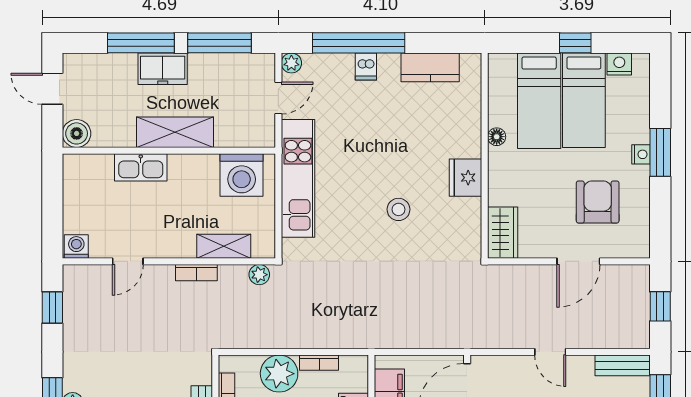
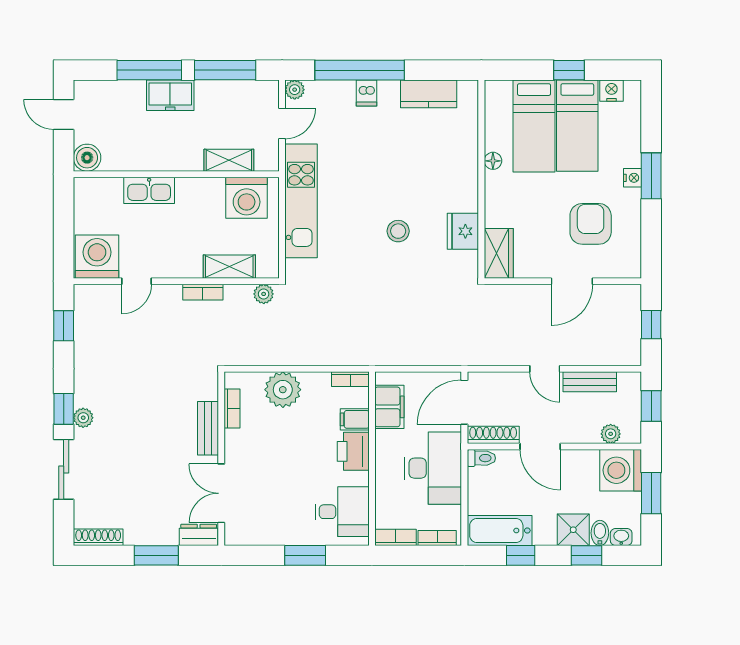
shelving: (175, 132) -> (229, 160), moved, width x0.67, depth x0.75
fridge: (466, 178) -> (463, 231), moved
washing machine: (76, 246) -> (97, 257), width x1.89, depth x1.89
bookcase: (319, 363) -> (350, 379), moved
bench: (623, 365) -> (590, 382), moved

